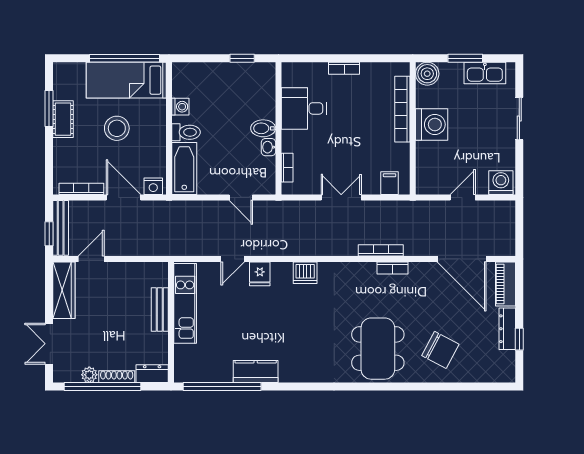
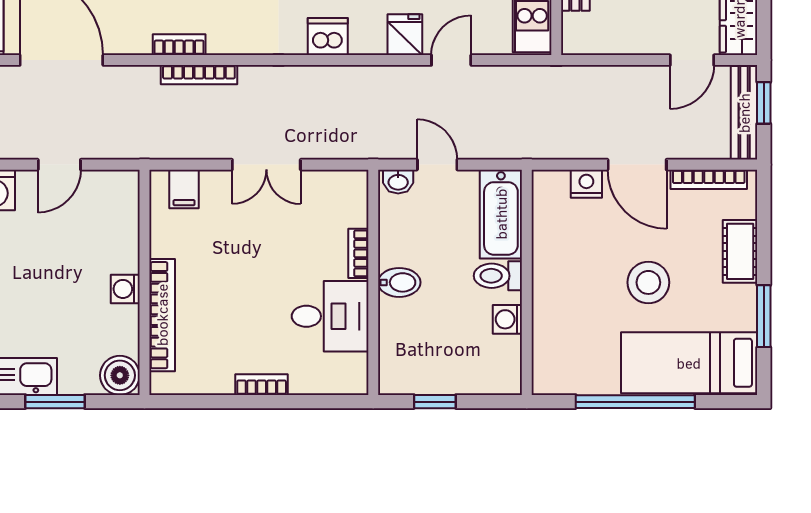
bed: (126, 80) -> (689, 363), moved, turned 180
washing machine: (180, 107) -> (507, 319), moved
cot: (63, 119) -> (740, 251), moved
washing machine: (432, 124) -> (125, 289), width x0.53, depth x0.53
wall: (169, 128) -> (527, 282), moved
toilet: (186, 132) -> (498, 276), moved
washbasin: (268, 147) -> (398, 182), moved, turned 90
bathtub: (184, 168) -> (501, 214), moved
bookcase: (287, 168) -> (358, 253), moved

